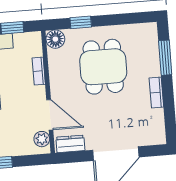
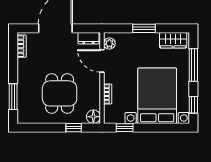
bookcase: (156, 93) -> (22, 46), moved

